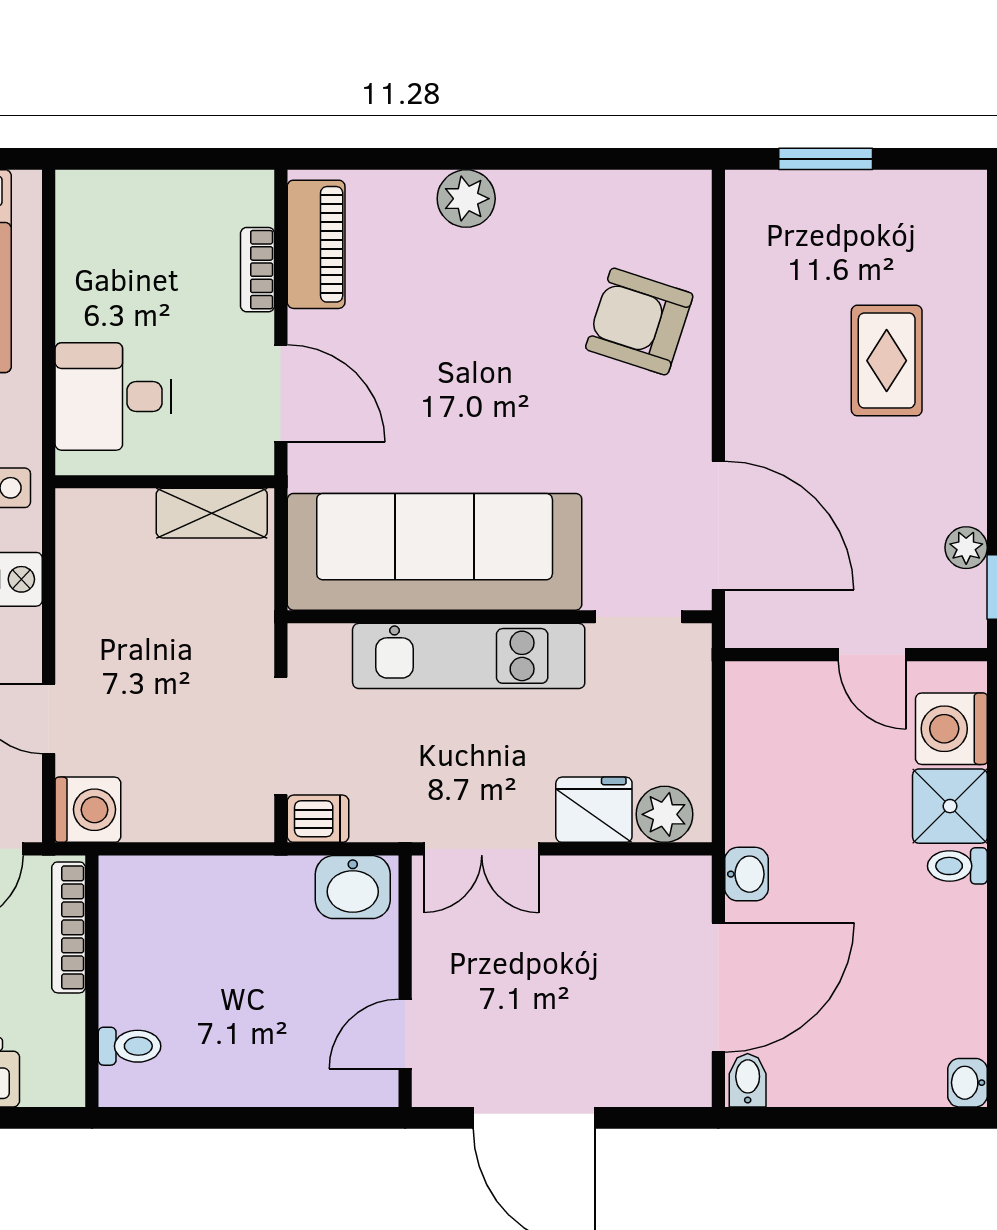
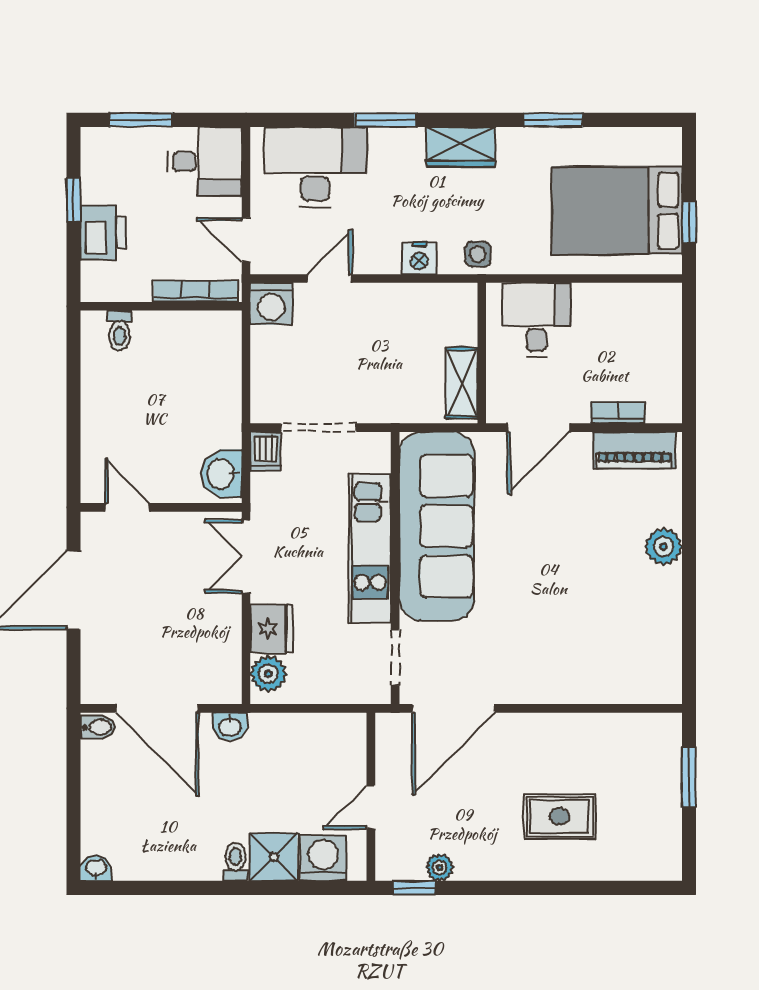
armchair: (639, 322) -> (585, 658), removed

